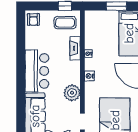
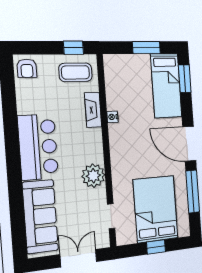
nightstand: (89, 76) -> (116, 149), removed

